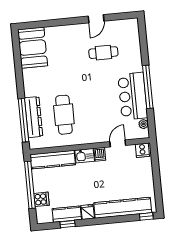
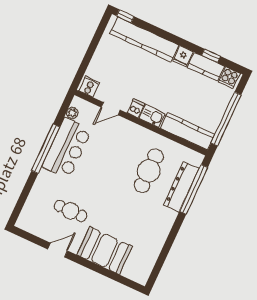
booth: (33, 48) -> (105, 251), moved, turned 90
cooker: (41, 199) -> (229, 77), moved, turned -90

